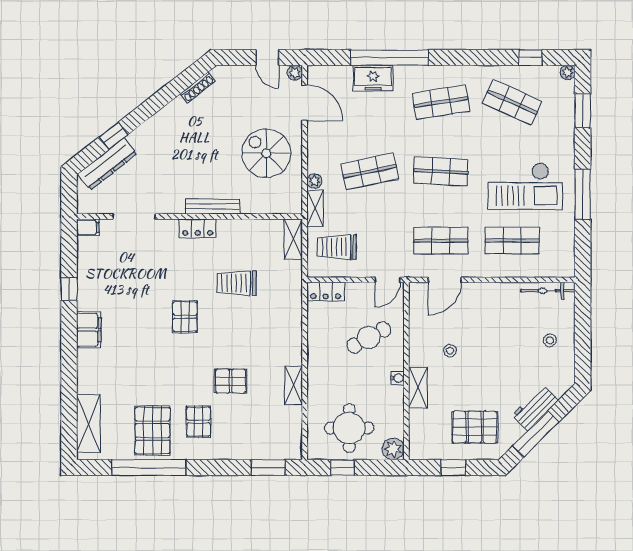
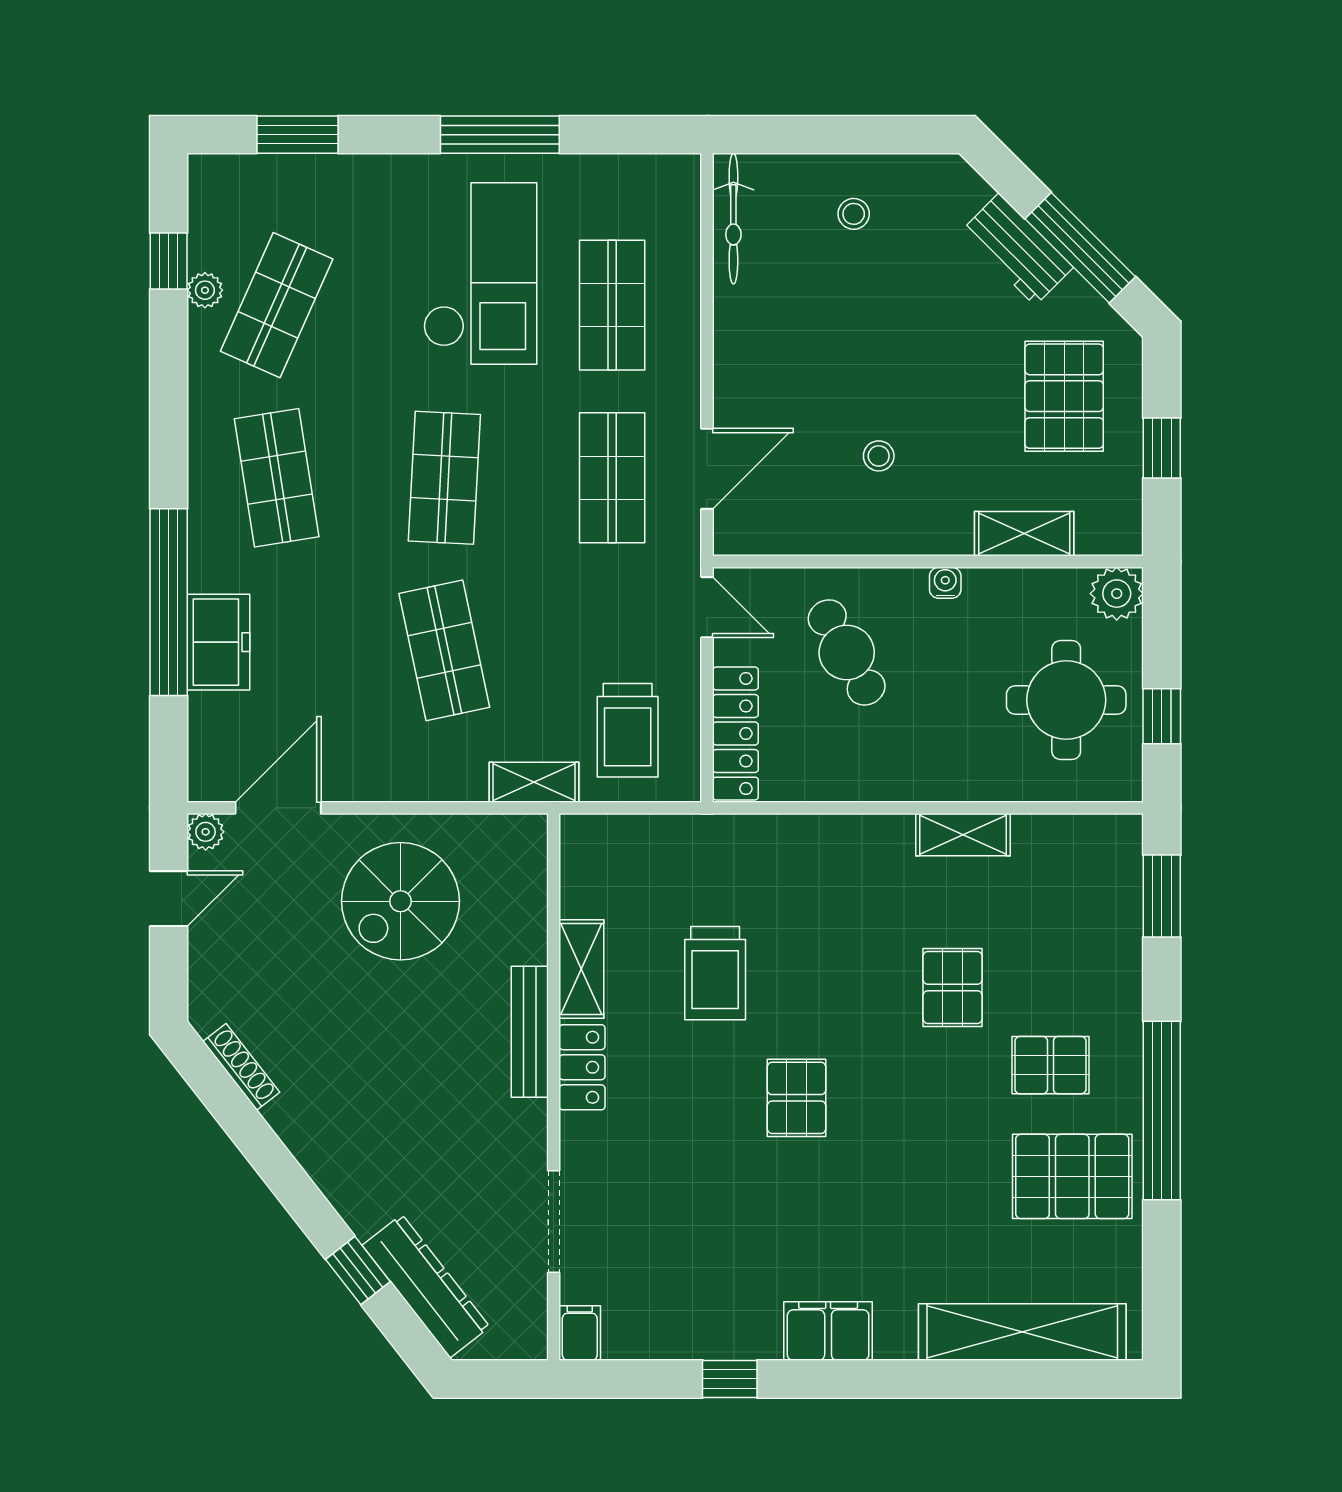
plant: (568, 73) -> (205, 290), moved
plant: (314, 181) -> (468, 784), removed
shelving: (293, 239) -> (581, 969), moved, turned 90
door: (445, 280) -> (707, 469), hinge flipped
locker: (326, 292) -> (735, 734), width x1.53
pallet: (185, 317) -> (797, 1098), turned 90
shelving: (418, 388) -> (1024, 534), moved
shelving: (88, 424) -> (1022, 1332), width x1.47
window: (149, 468) -> (1162, 1111), moved

